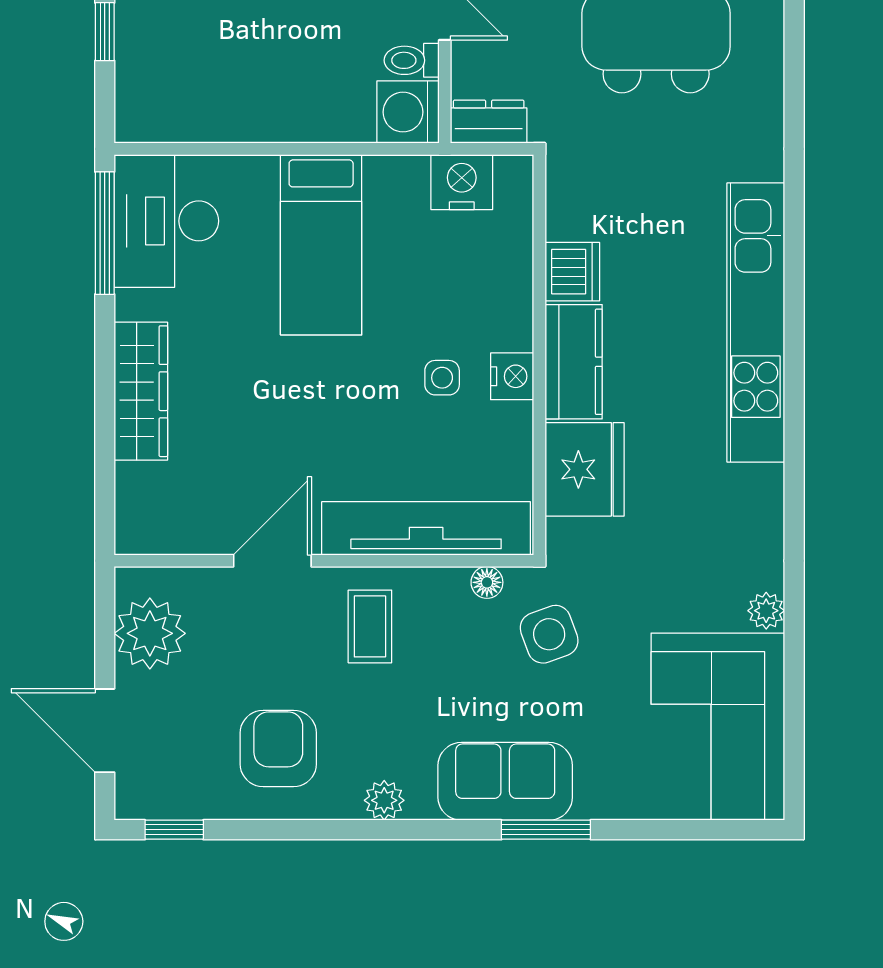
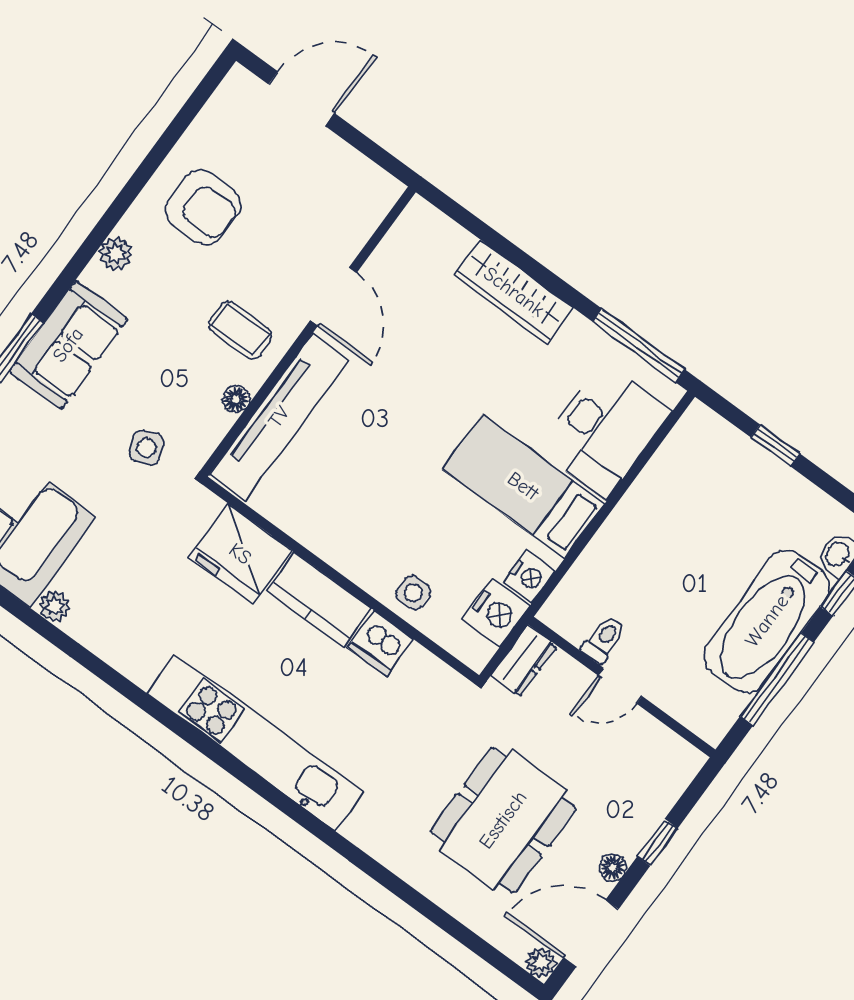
washing machine: (408, 112) -> (570, 611), removed
desk: (166, 221) -> (604, 430), moved, turned 90
nightstand: (512, 376) -> (529, 576), moved, turned -90
side table: (442, 378) -> (413, 593), moved
floor lamp: (487, 582) -> (236, 399), moved
plant: (150, 633) -> (345, 177), removed
side table: (549, 634) -> (146, 448), width x0.73, depth x0.73
window: (174, 830) -> (200, 97), removed

